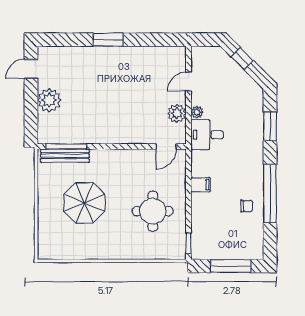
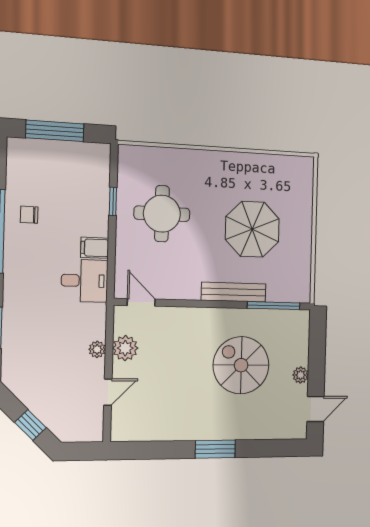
plant: (49, 100) -> (301, 375), width x0.53, depth x0.53
spiral stairs: (90, 102) -> (241, 365), added
desk: (207, 135) -> (85, 281), moved
door: (166, 146) -> (141, 302), hinge flipped
bench: (65, 156) -> (234, 292), moved
window: (188, 244) -> (113, 201), moved

